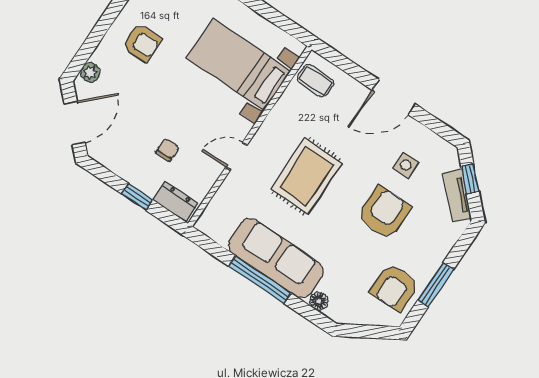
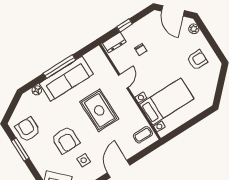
armchair: (142, 43) -> (197, 60), turned 180

